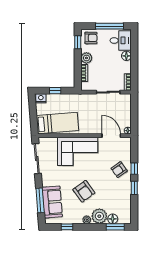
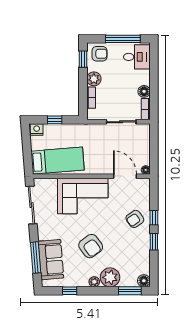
floor lamp: (126, 56) -> (144, 91), moved
floor lamp: (113, 219) -> (144, 281), moved

